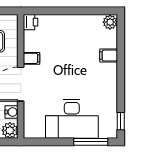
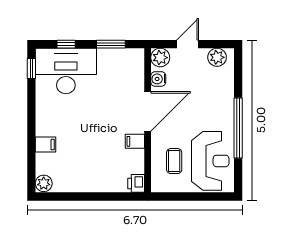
desk: (72, 119) -> (66, 71), moved
window: (52, 142) -> (111, 44), added
window: (91, 142) -> (66, 44), width x0.46

